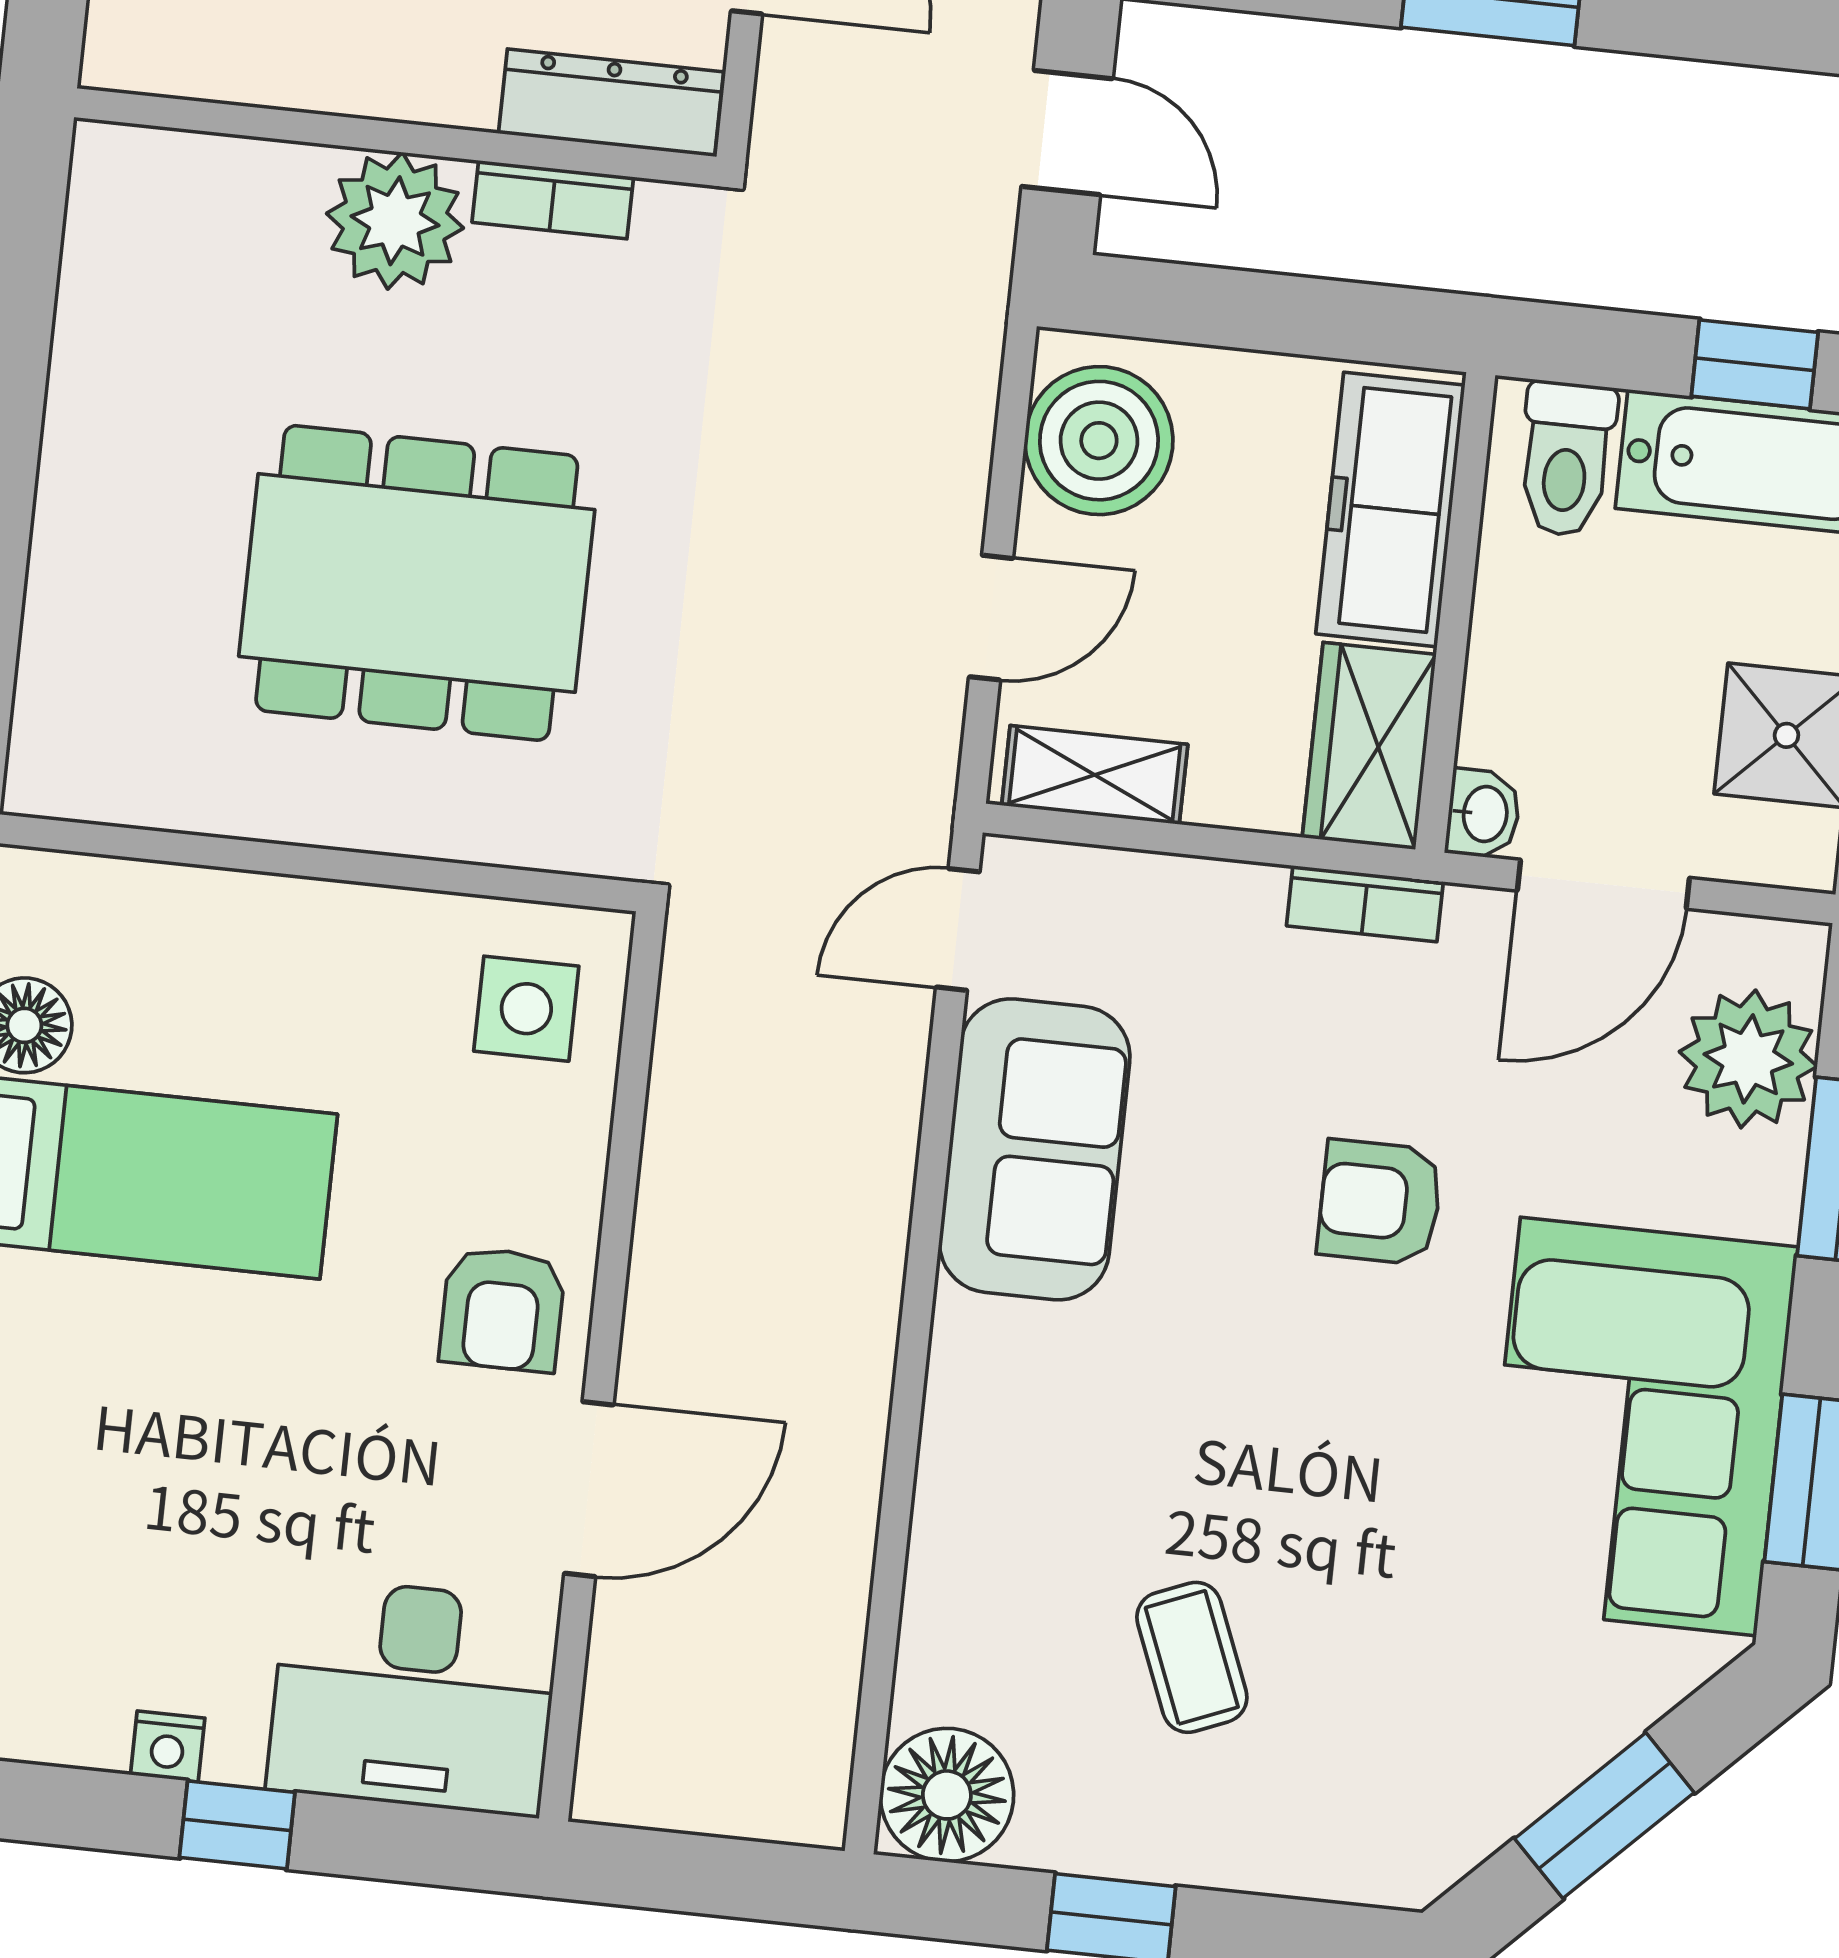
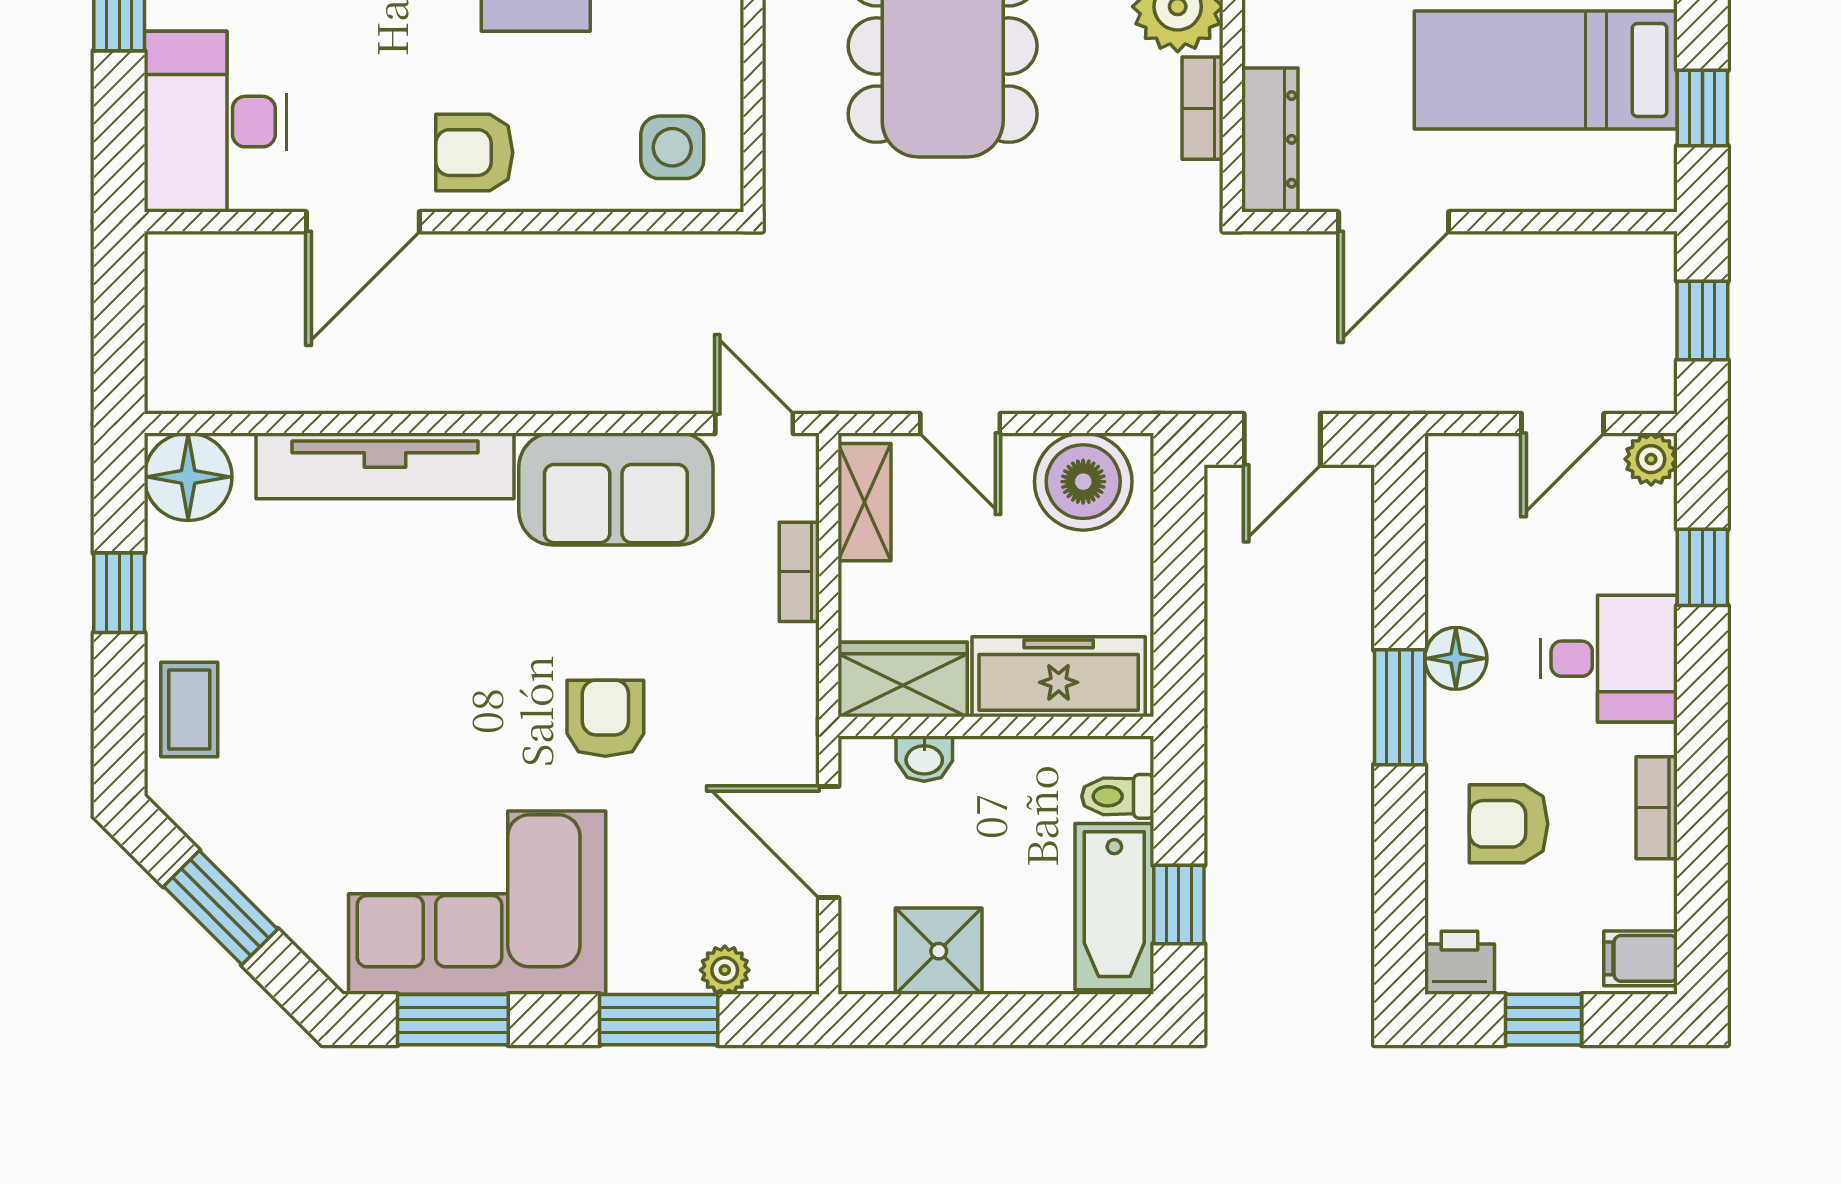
toilet: (1566, 459) -> (1118, 796), width x0.73, depth x0.72
washbasin: (1483, 814) -> (924, 759), moved
bookcase: (1365, 904) -> (799, 572), moved
plant: (1748, 1059) -> (725, 970), width x0.53, depth x0.53
door: (589, 1489) -> (363, 222), hinge flipped
tv unit: (962, 1495) -> (385, 466), added
coffee table: (1192, 1657) -> (189, 709), moved, turned -68

